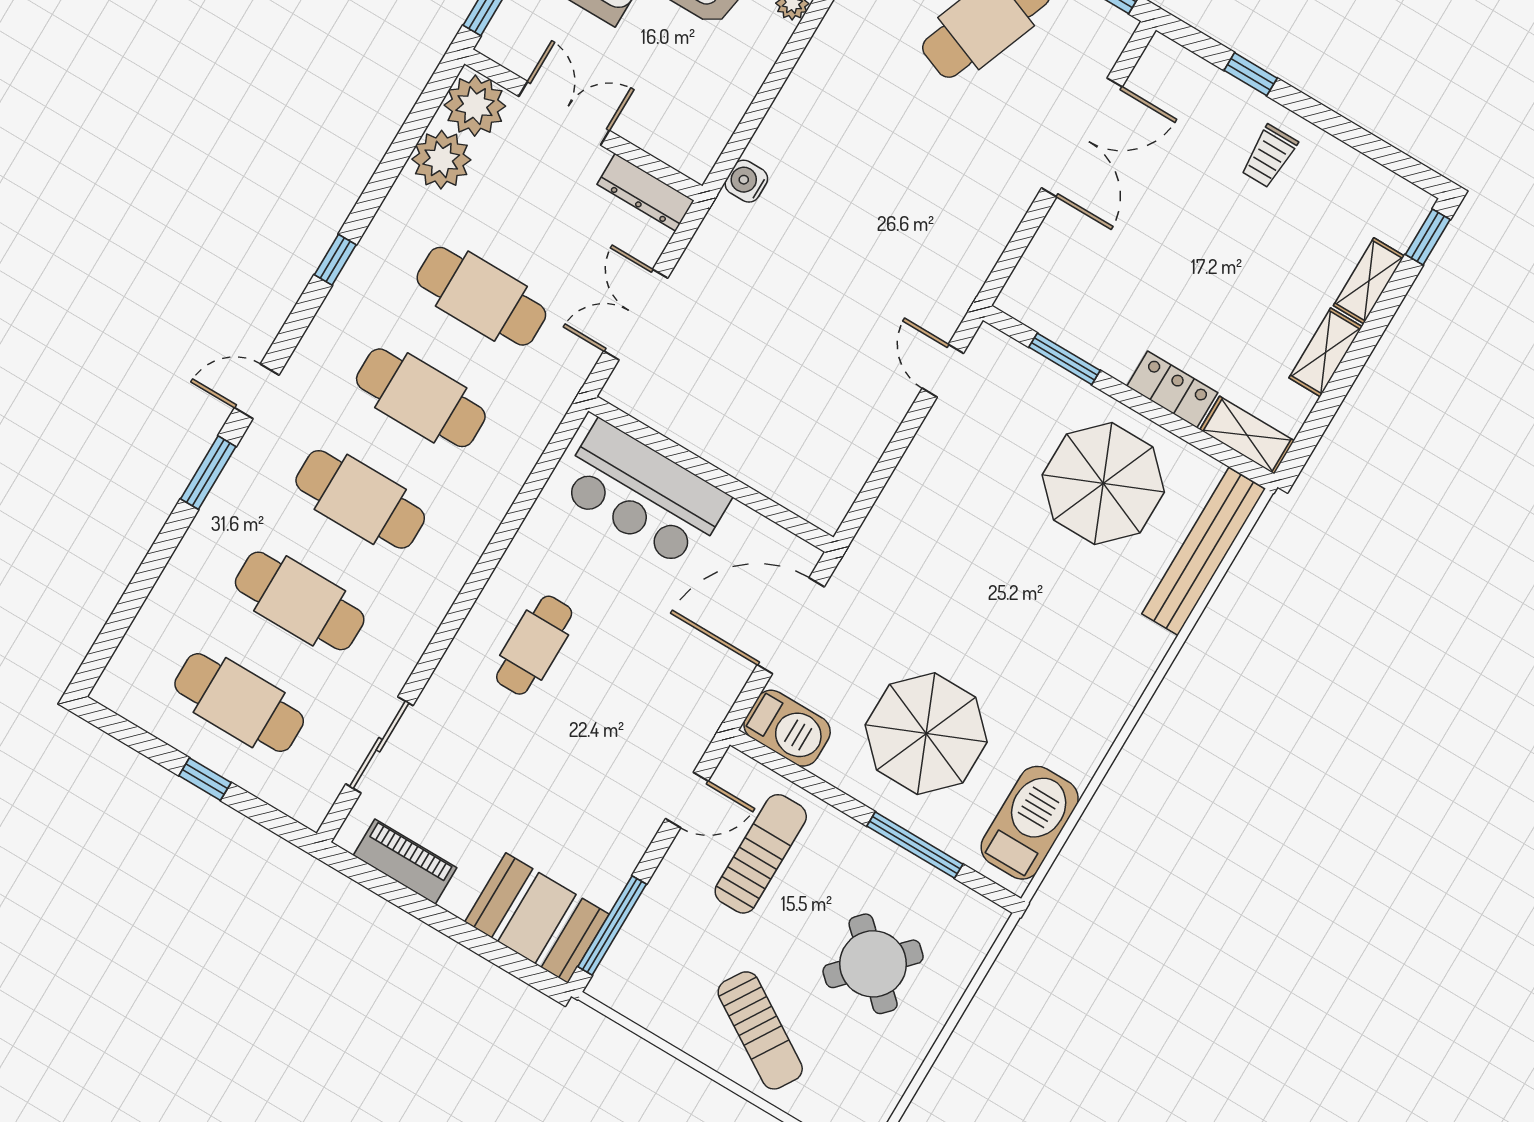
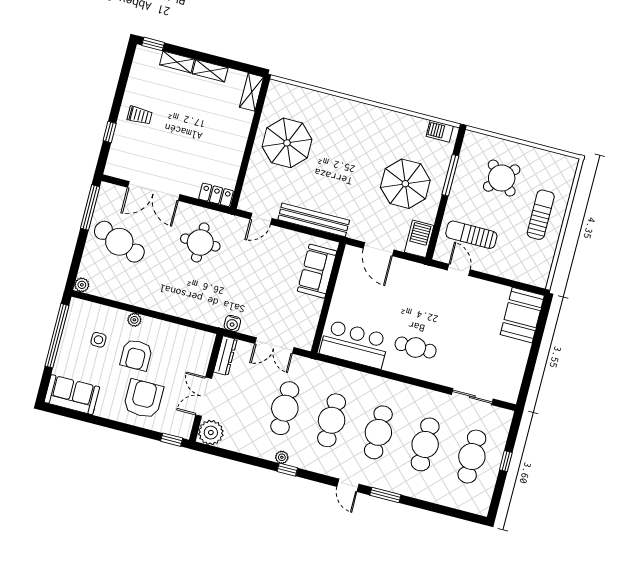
double door: (1082, 137) -> (154, 191), swing flipped
plant: (441, 160) -> (282, 457), moved, width x0.53, depth x0.53
water cooler: (746, 181) -> (232, 323), moved
round table: (929, 211) -> (200, 242), added
window: (1064, 359) -> (243, 172), removed
locker: (1172, 389) -> (216, 195), moved, turned 90
sofa: (781, 466) -> (317, 271), added
bar counter: (643, 494) -> (354, 344), moved, turned -90
bench: (1204, 552) -> (314, 220), moved
door: (791, 626) -> (379, 249), width x0.73
barbecue: (1030, 823) -> (440, 131), width x0.53, depth x0.65
piano: (405, 862) -> (515, 373), removed
window: (612, 925) -> (517, 285), removed
sun lounger: (760, 1030) -> (541, 215), turned -32

